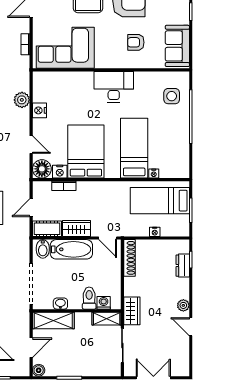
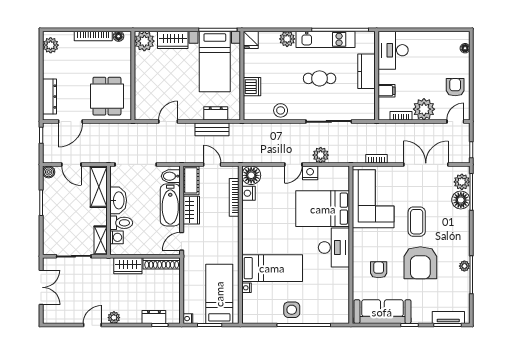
sofa: (177, 46) -> (382, 312), width x1.36
side table: (172, 96) -> (292, 310), moved
door: (31, 145) -> (293, 164), moved
bed: (86, 152) -> (323, 209), moved, turned 180
bookcase: (64, 186) -> (234, 197), width x1.56
nightstand: (155, 232) -> (188, 319), moved
washbasin: (60, 304) -> (118, 200), width x1.91, depth x1.45
wardrobe: (132, 311) -> (128, 266), moved

